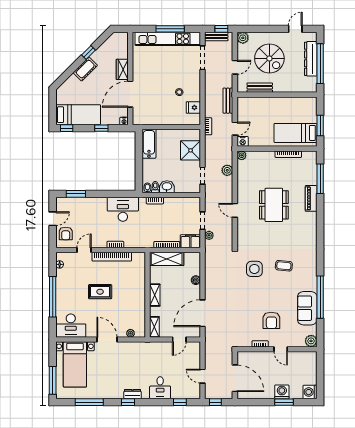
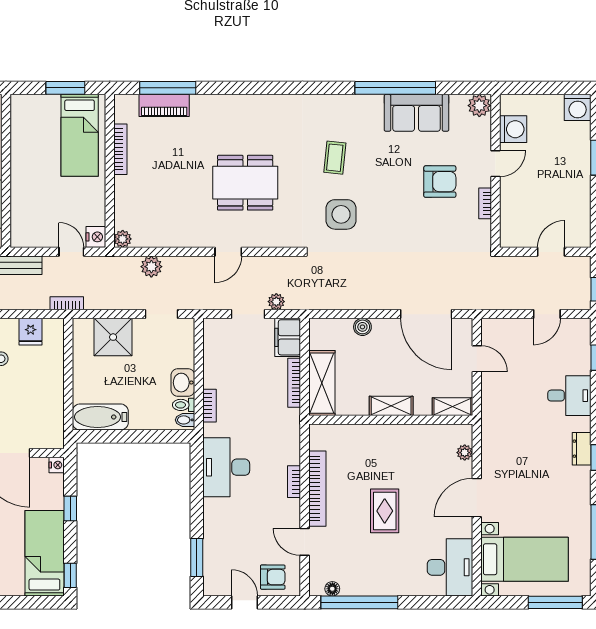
piano: (311, 198) -> (164, 105), moved
dining table: (274, 205) -> (245, 183), moved
window: (53, 297) -> (359, 602), moved
door: (235, 378) -> (551, 252), width x0.53
washing machine: (282, 392) -> (513, 129), moved, turned 180

